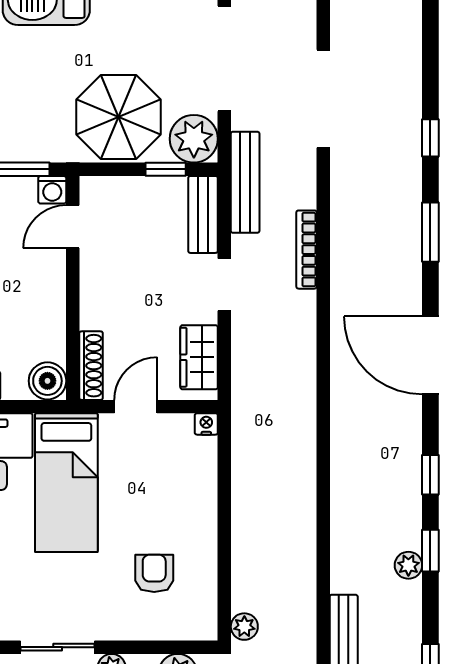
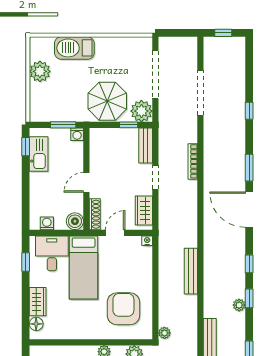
bench: (245, 182) -> (191, 271), moved
door: (73, 227) -> (86, 182), moved
window: (430, 232) -> (249, 168), moved
armchair: (154, 573) -> (123, 309), width x1.88, depth x1.88
sliding door: (58, 647) -> (80, 342), removed

